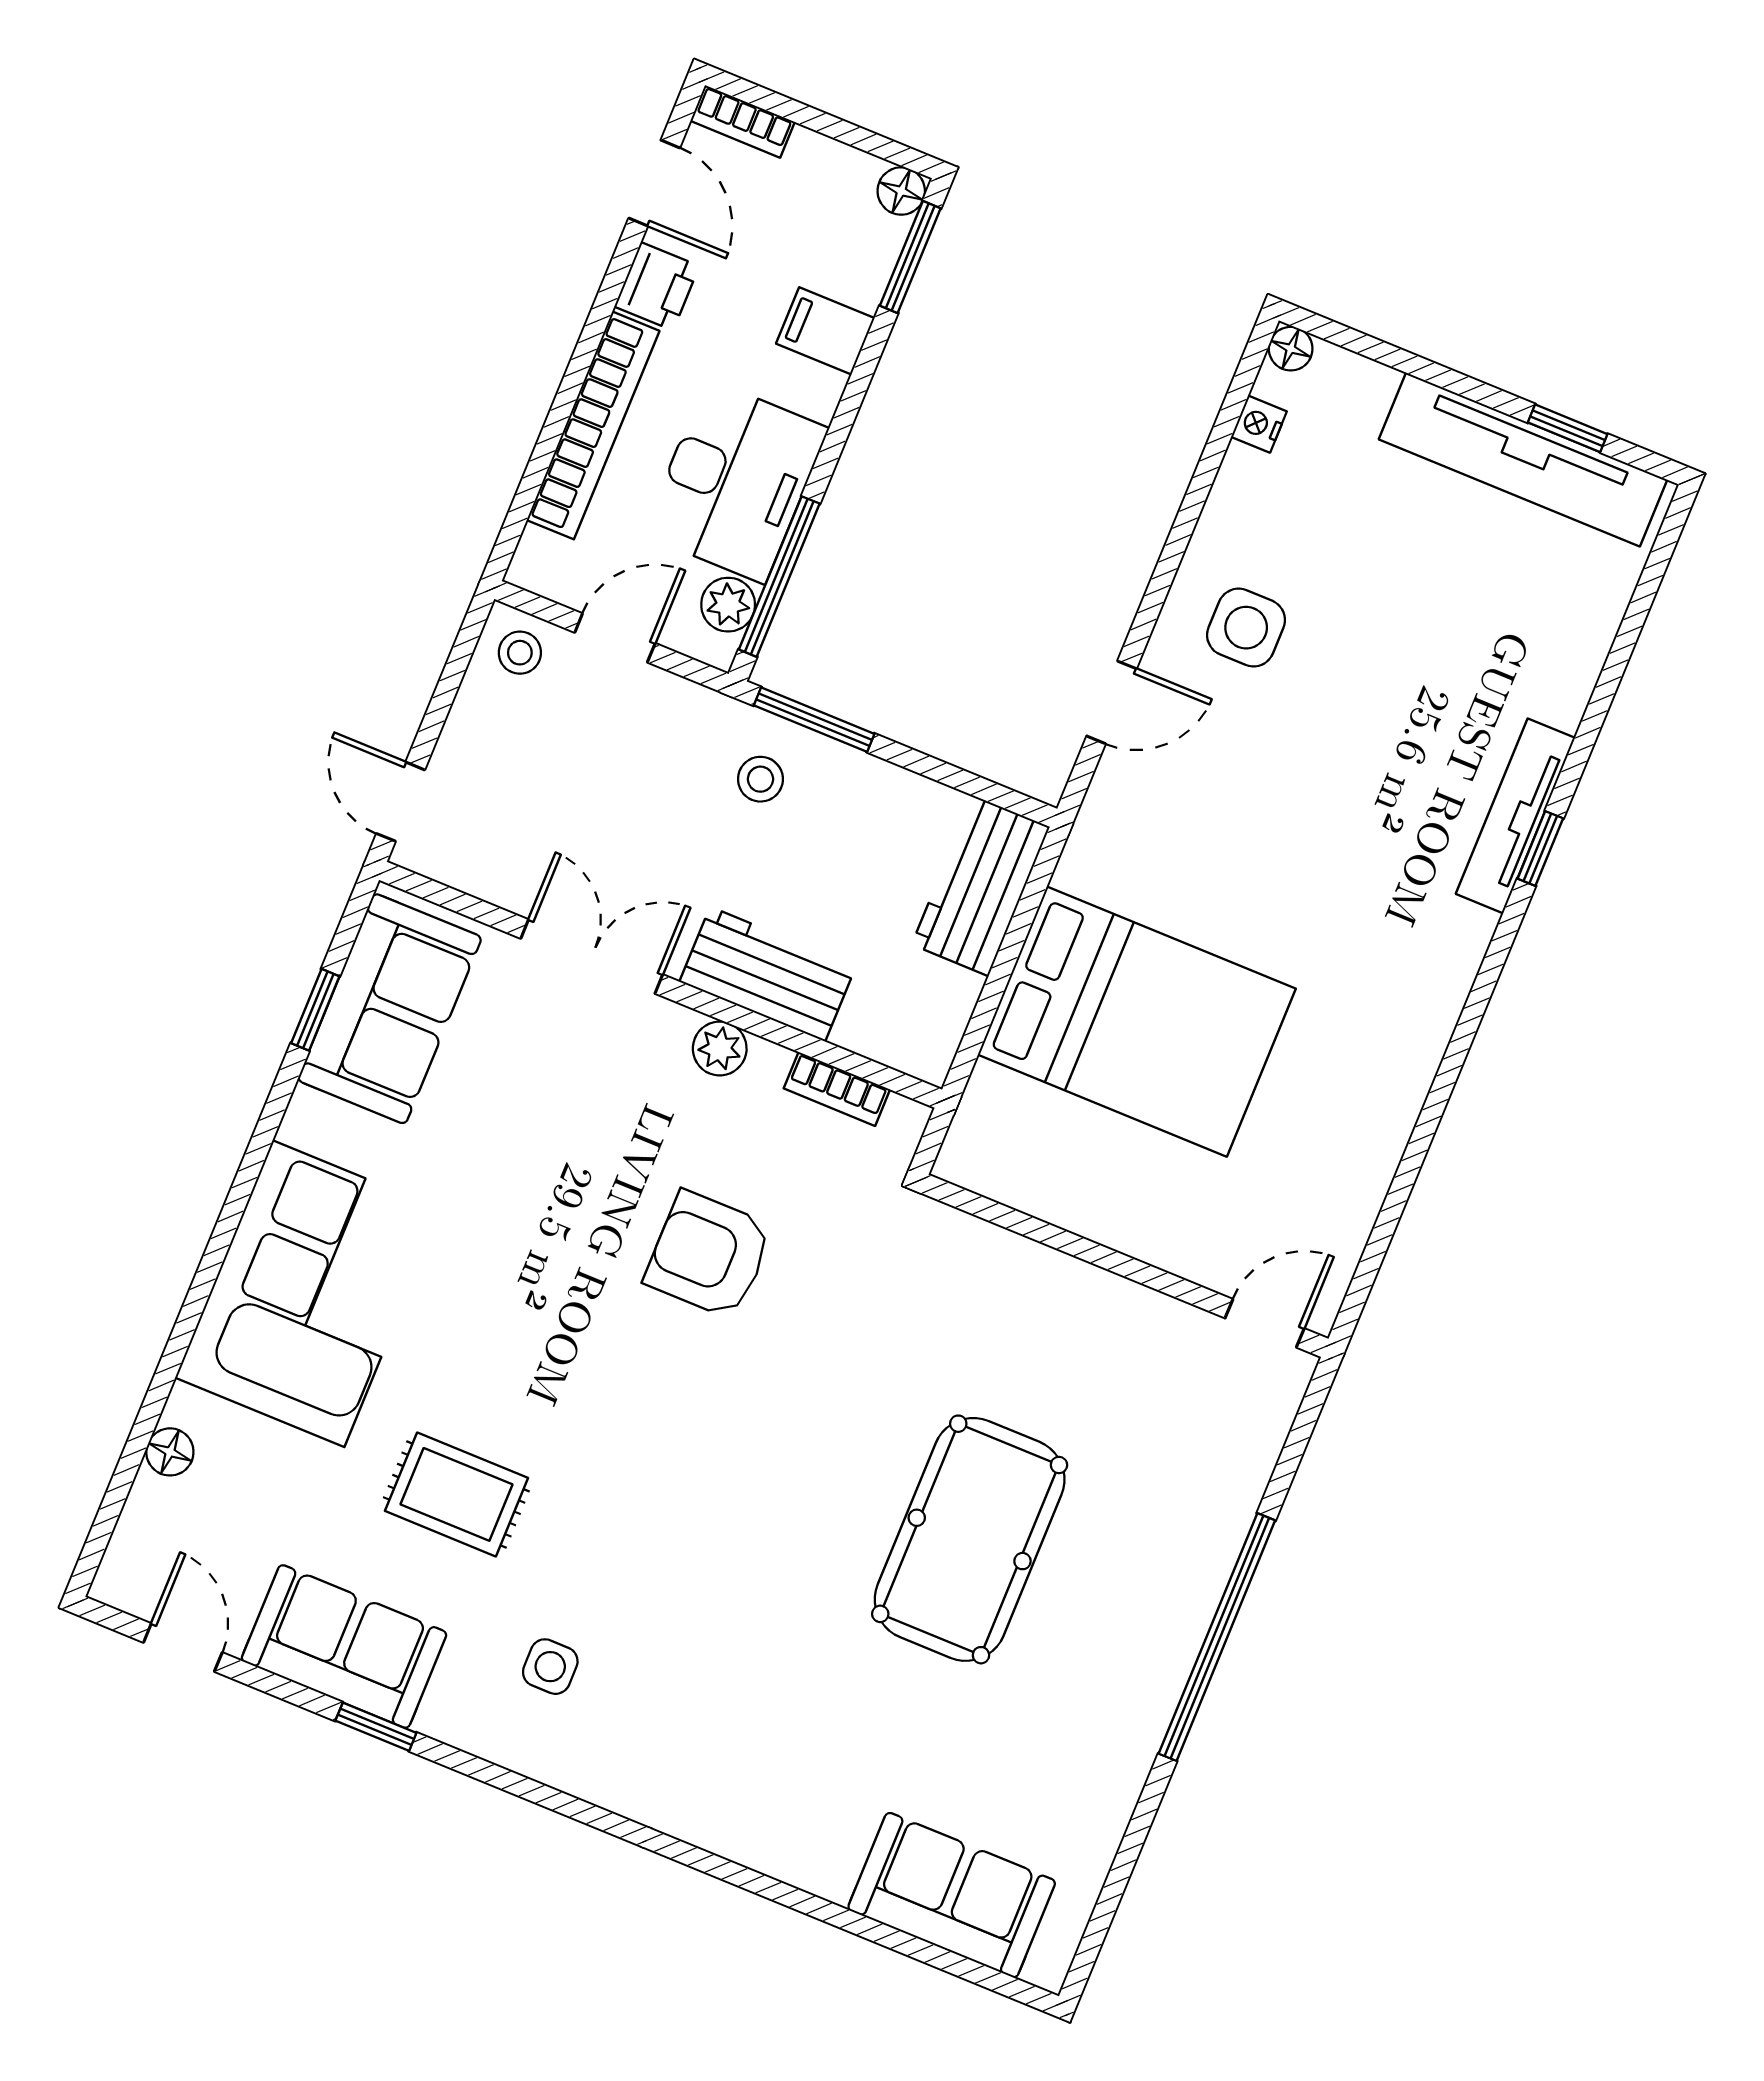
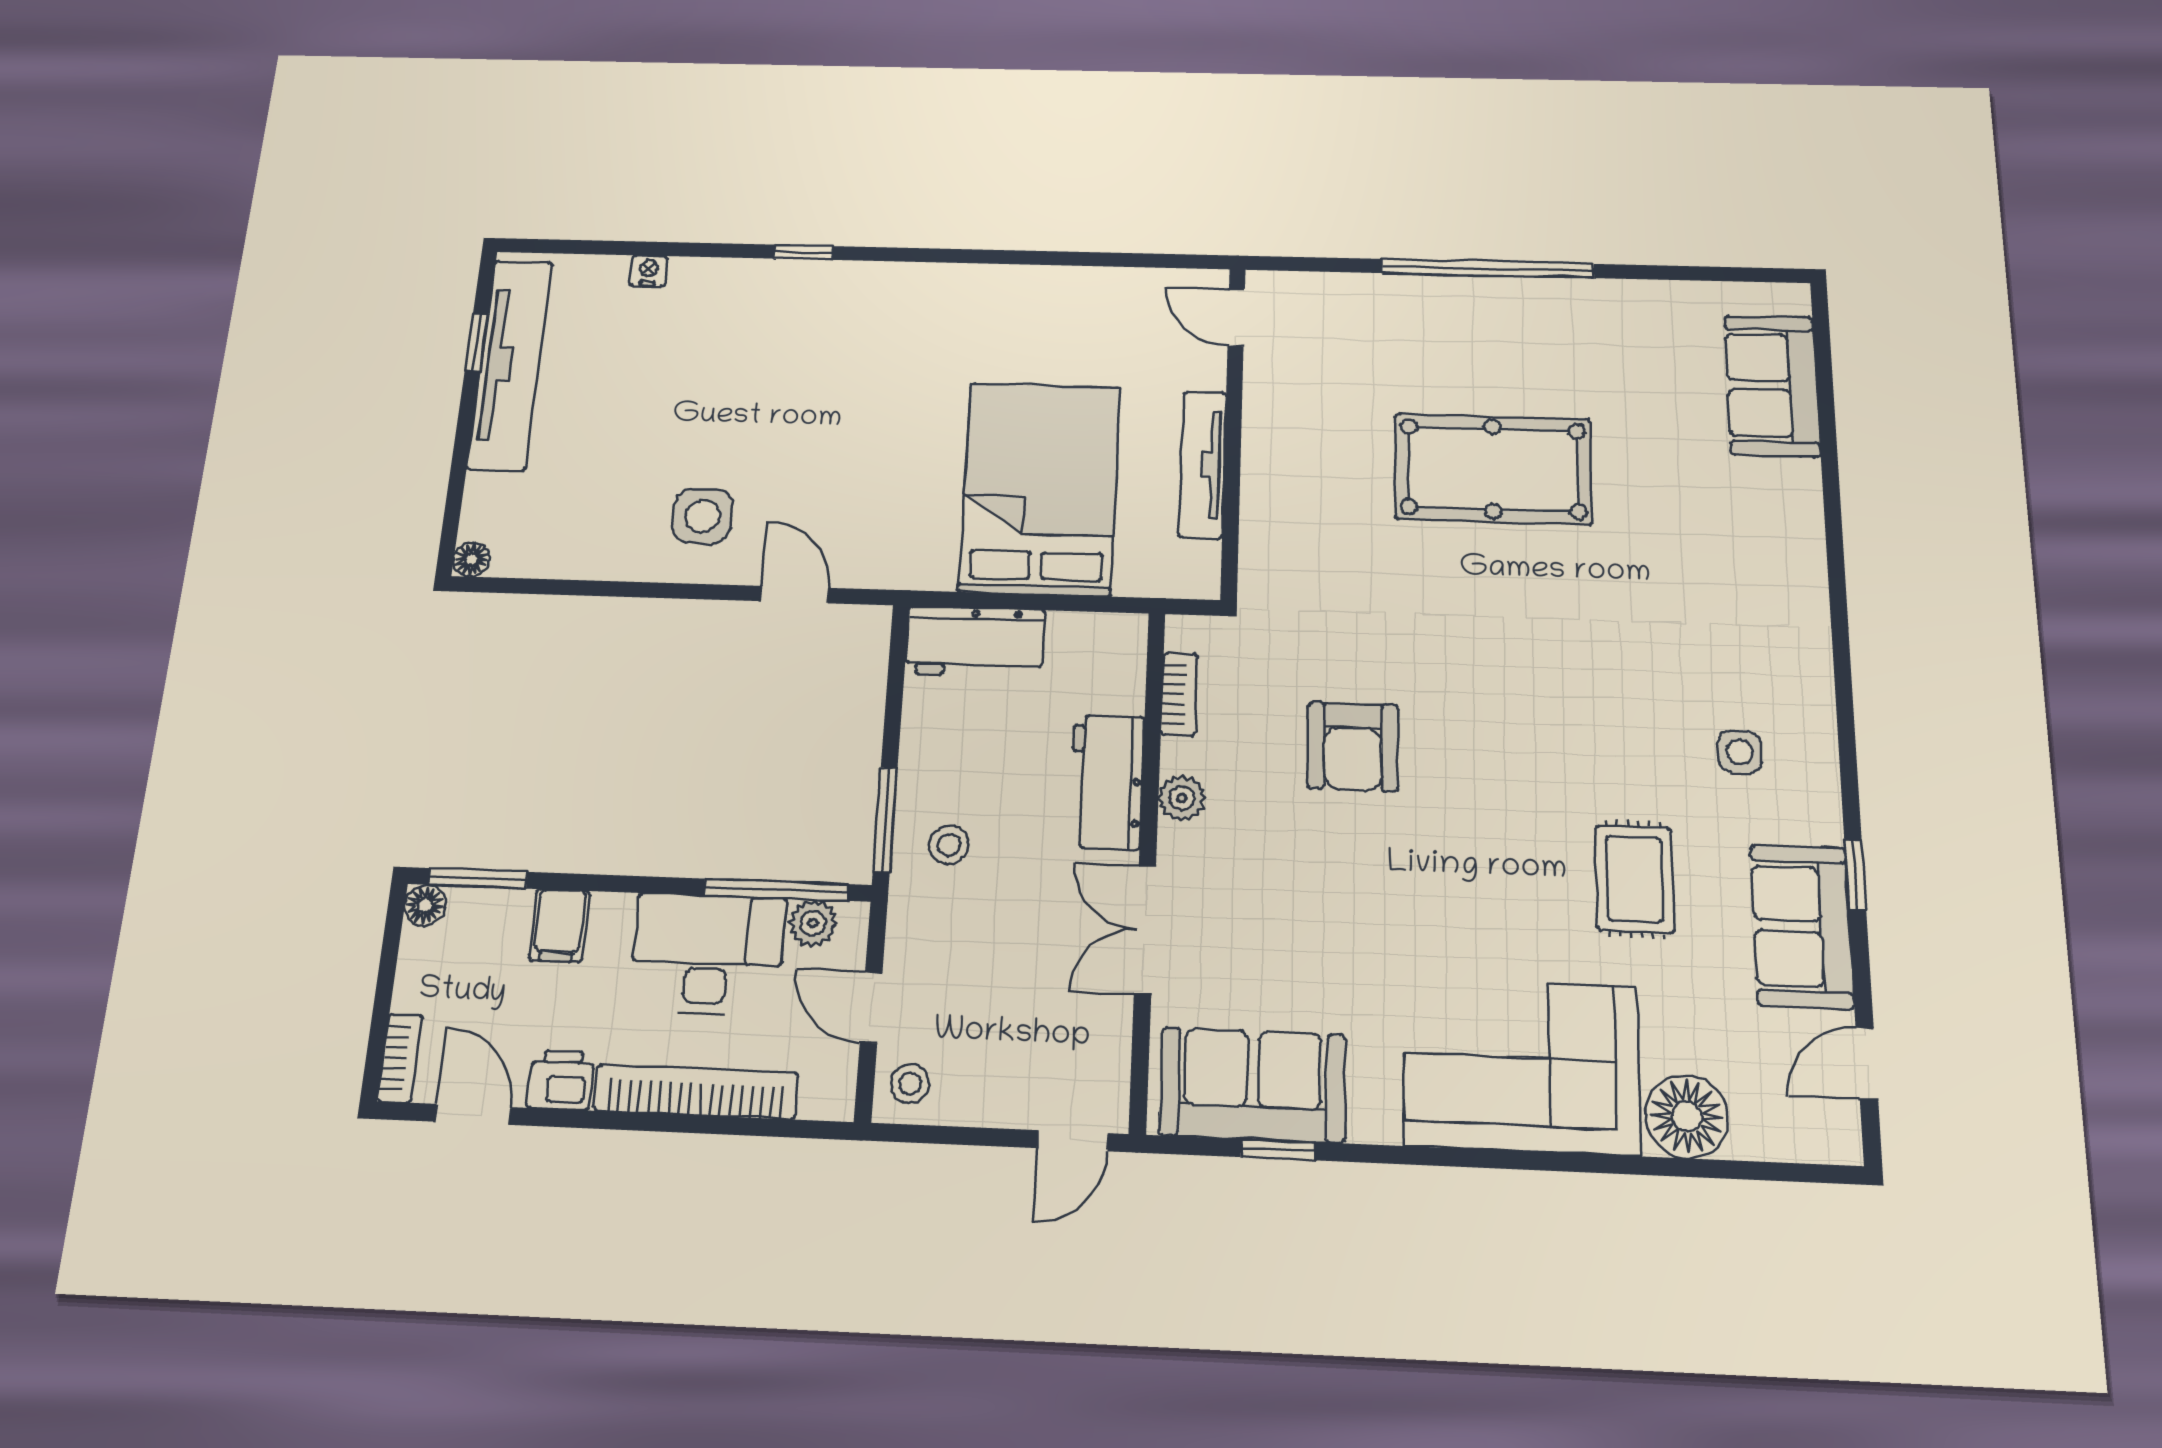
door: (654, 183) -> (473, 1114), hinge flipped
nightstand: (1259, 424) -> (649, 271), moved, turned 180
tv unit: (1515, 816) -> (1203, 464), moved, turned 90
floor lamp: (170, 1452) -> (1687, 1117), width x1.89, depth x1.89

